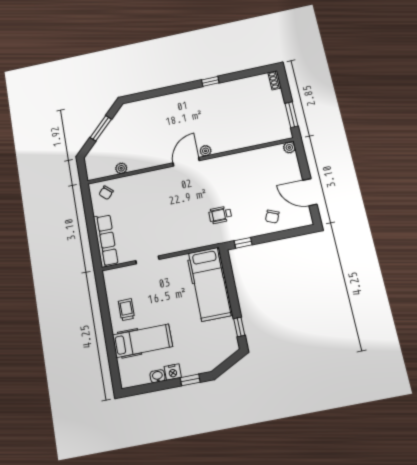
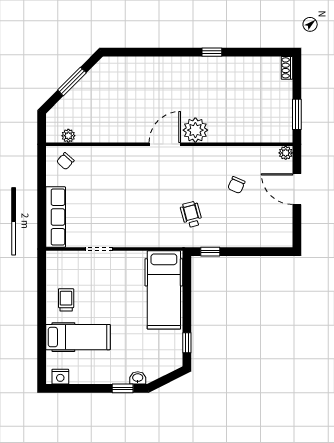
plant: (206, 151) -> (195, 130), width x1.88, depth x1.88
plant: (121, 168) -> (68, 136), moved
door: (310, 192) -> (297, 189), moved
wheelchair: (220, 215) -> (191, 215), turned 75
chair: (272, 217) -> (236, 185), moved
nightstand: (173, 372) -> (60, 377), moved
washbasin: (158, 376) -> (138, 378), moved

